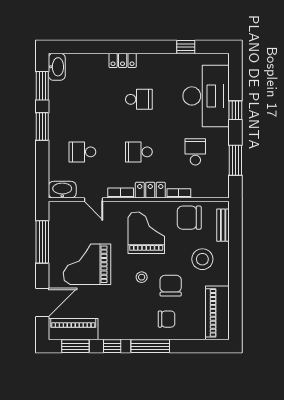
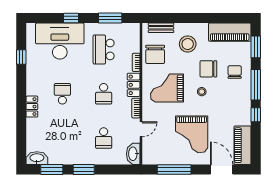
school desk: (195, 152) -> (104, 49), width x1.85
window: (75, 346) -> (256, 47), moved

